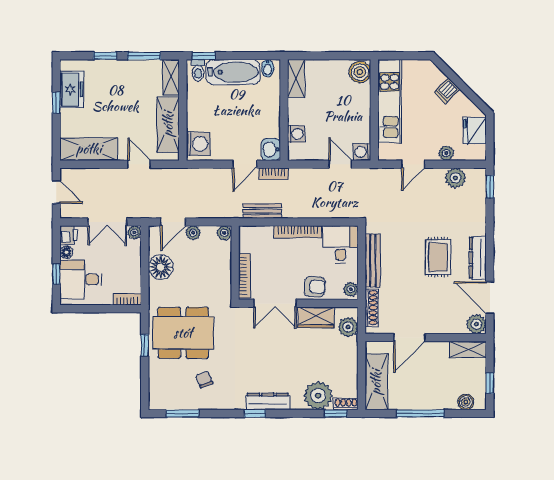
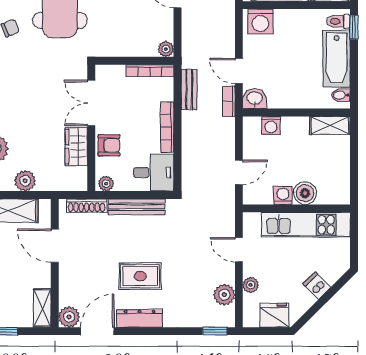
boiler: (360, 72) -> (305, 193), moved
washing machine: (362, 152) -> (283, 195), moved
plant: (193, 233) -> (166, 16), removed
bookcase: (244, 276) -> (150, 71), moved
armchair: (315, 287) -> (109, 145), turned -94
plant: (348, 327) -> (25, 181), moved

